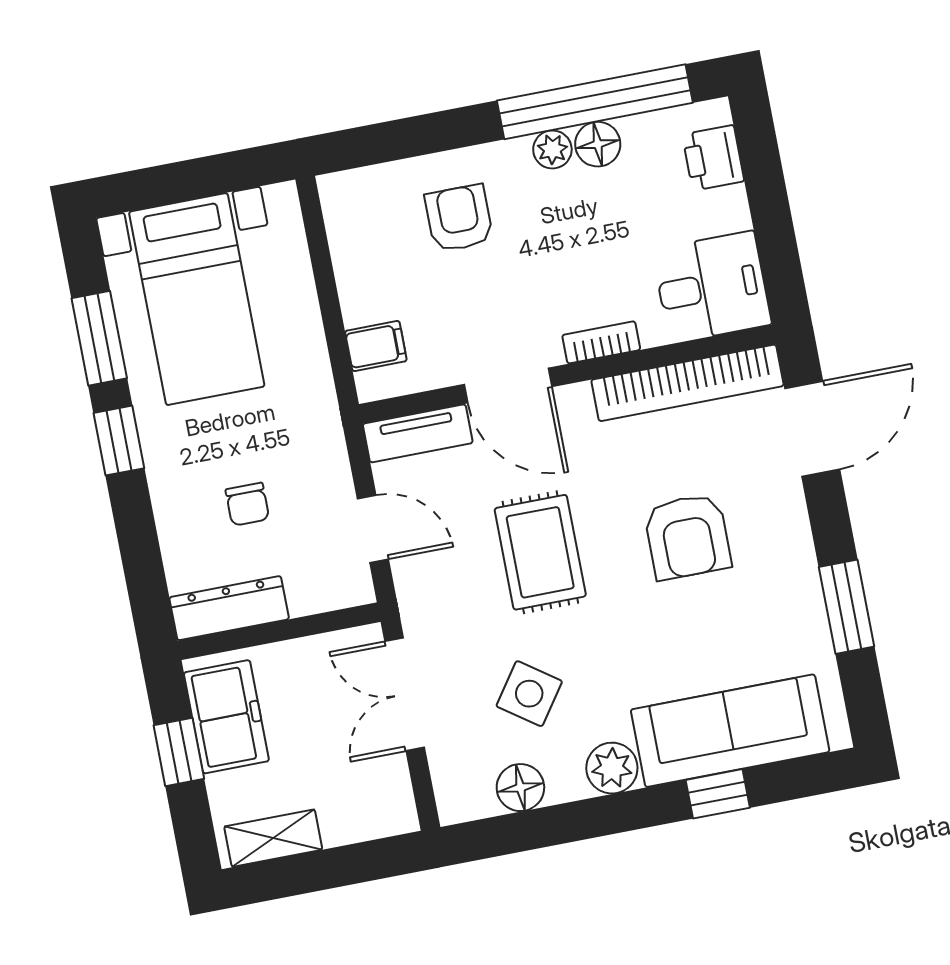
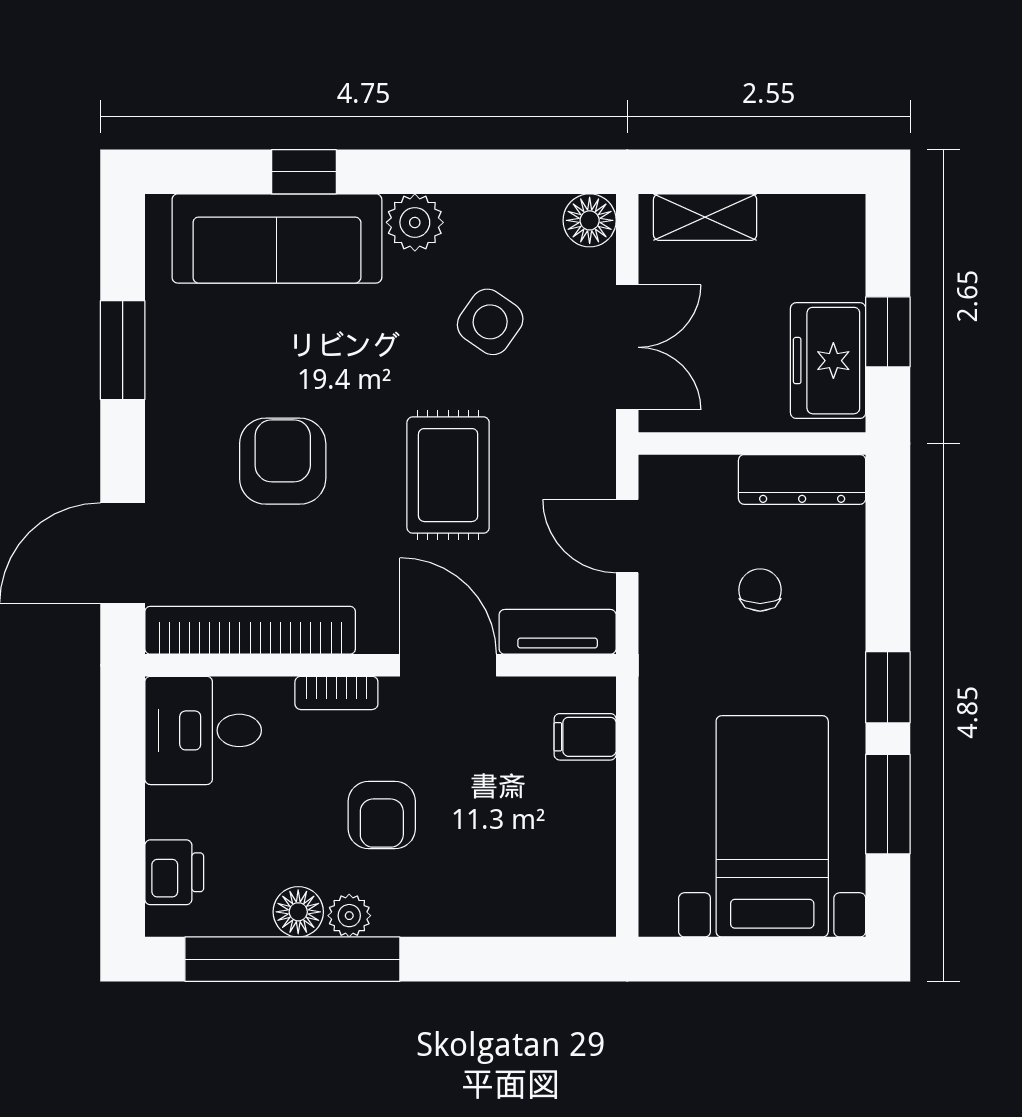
armchair: (459, 218) -> (382, 815), moved
floor lamp: (520, 788) -> (590, 220), moved
shelving: (273, 838) -> (705, 217), moved

